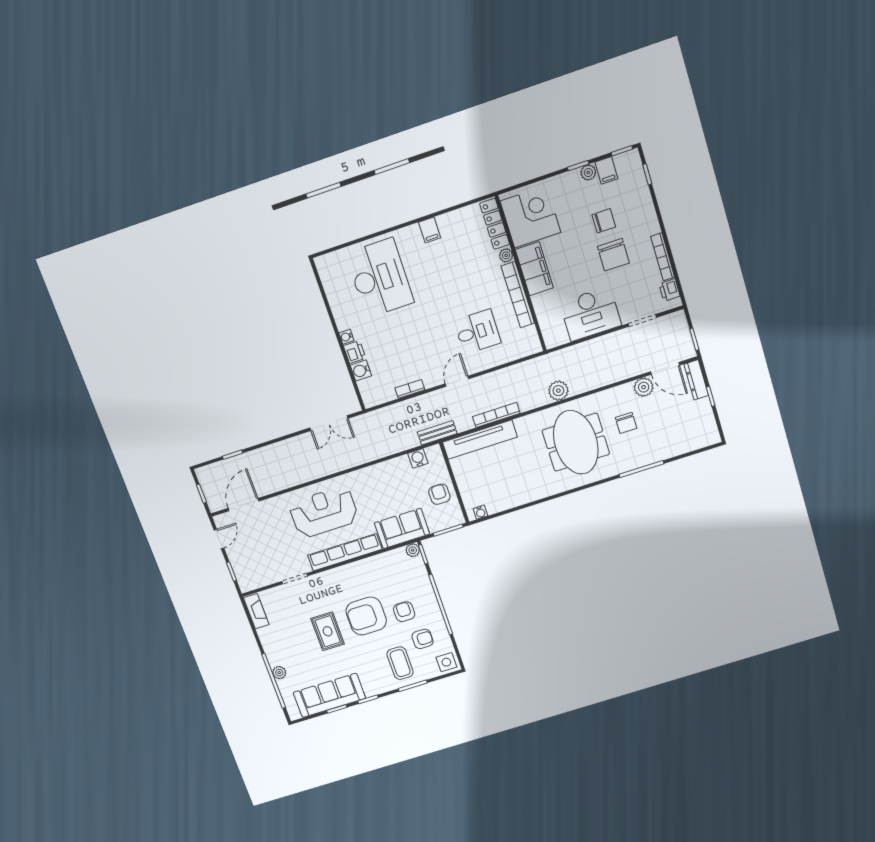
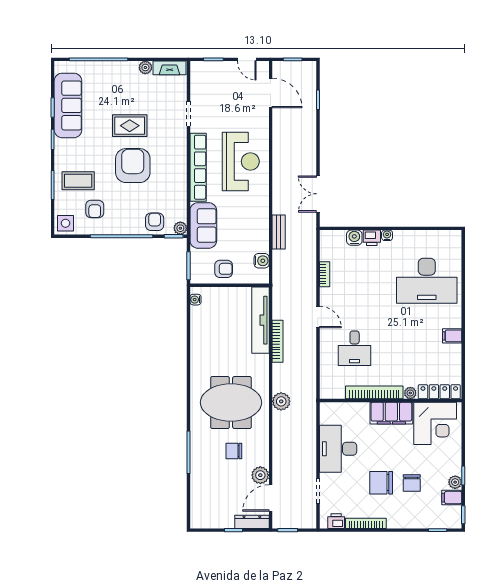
bench: (437, 433) -> (279, 232), moved
armchair: (404, 612) -> (155, 222), moved, turned -90
plant: (279, 673) -> (145, 67), moved

